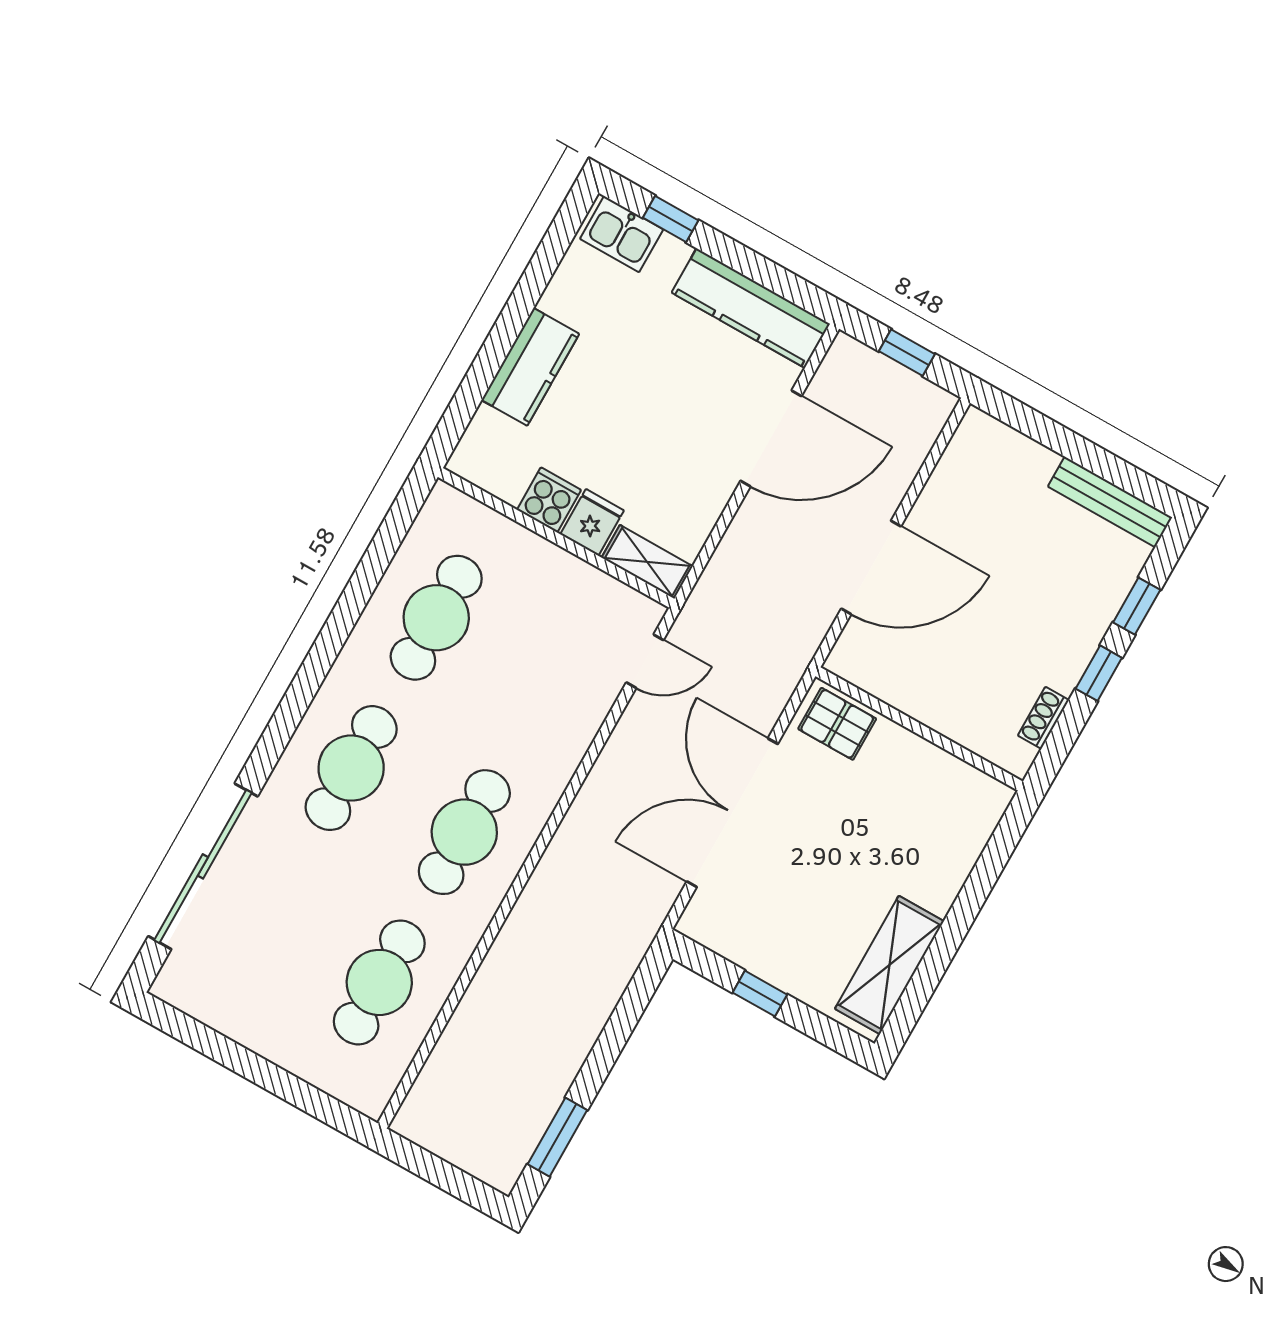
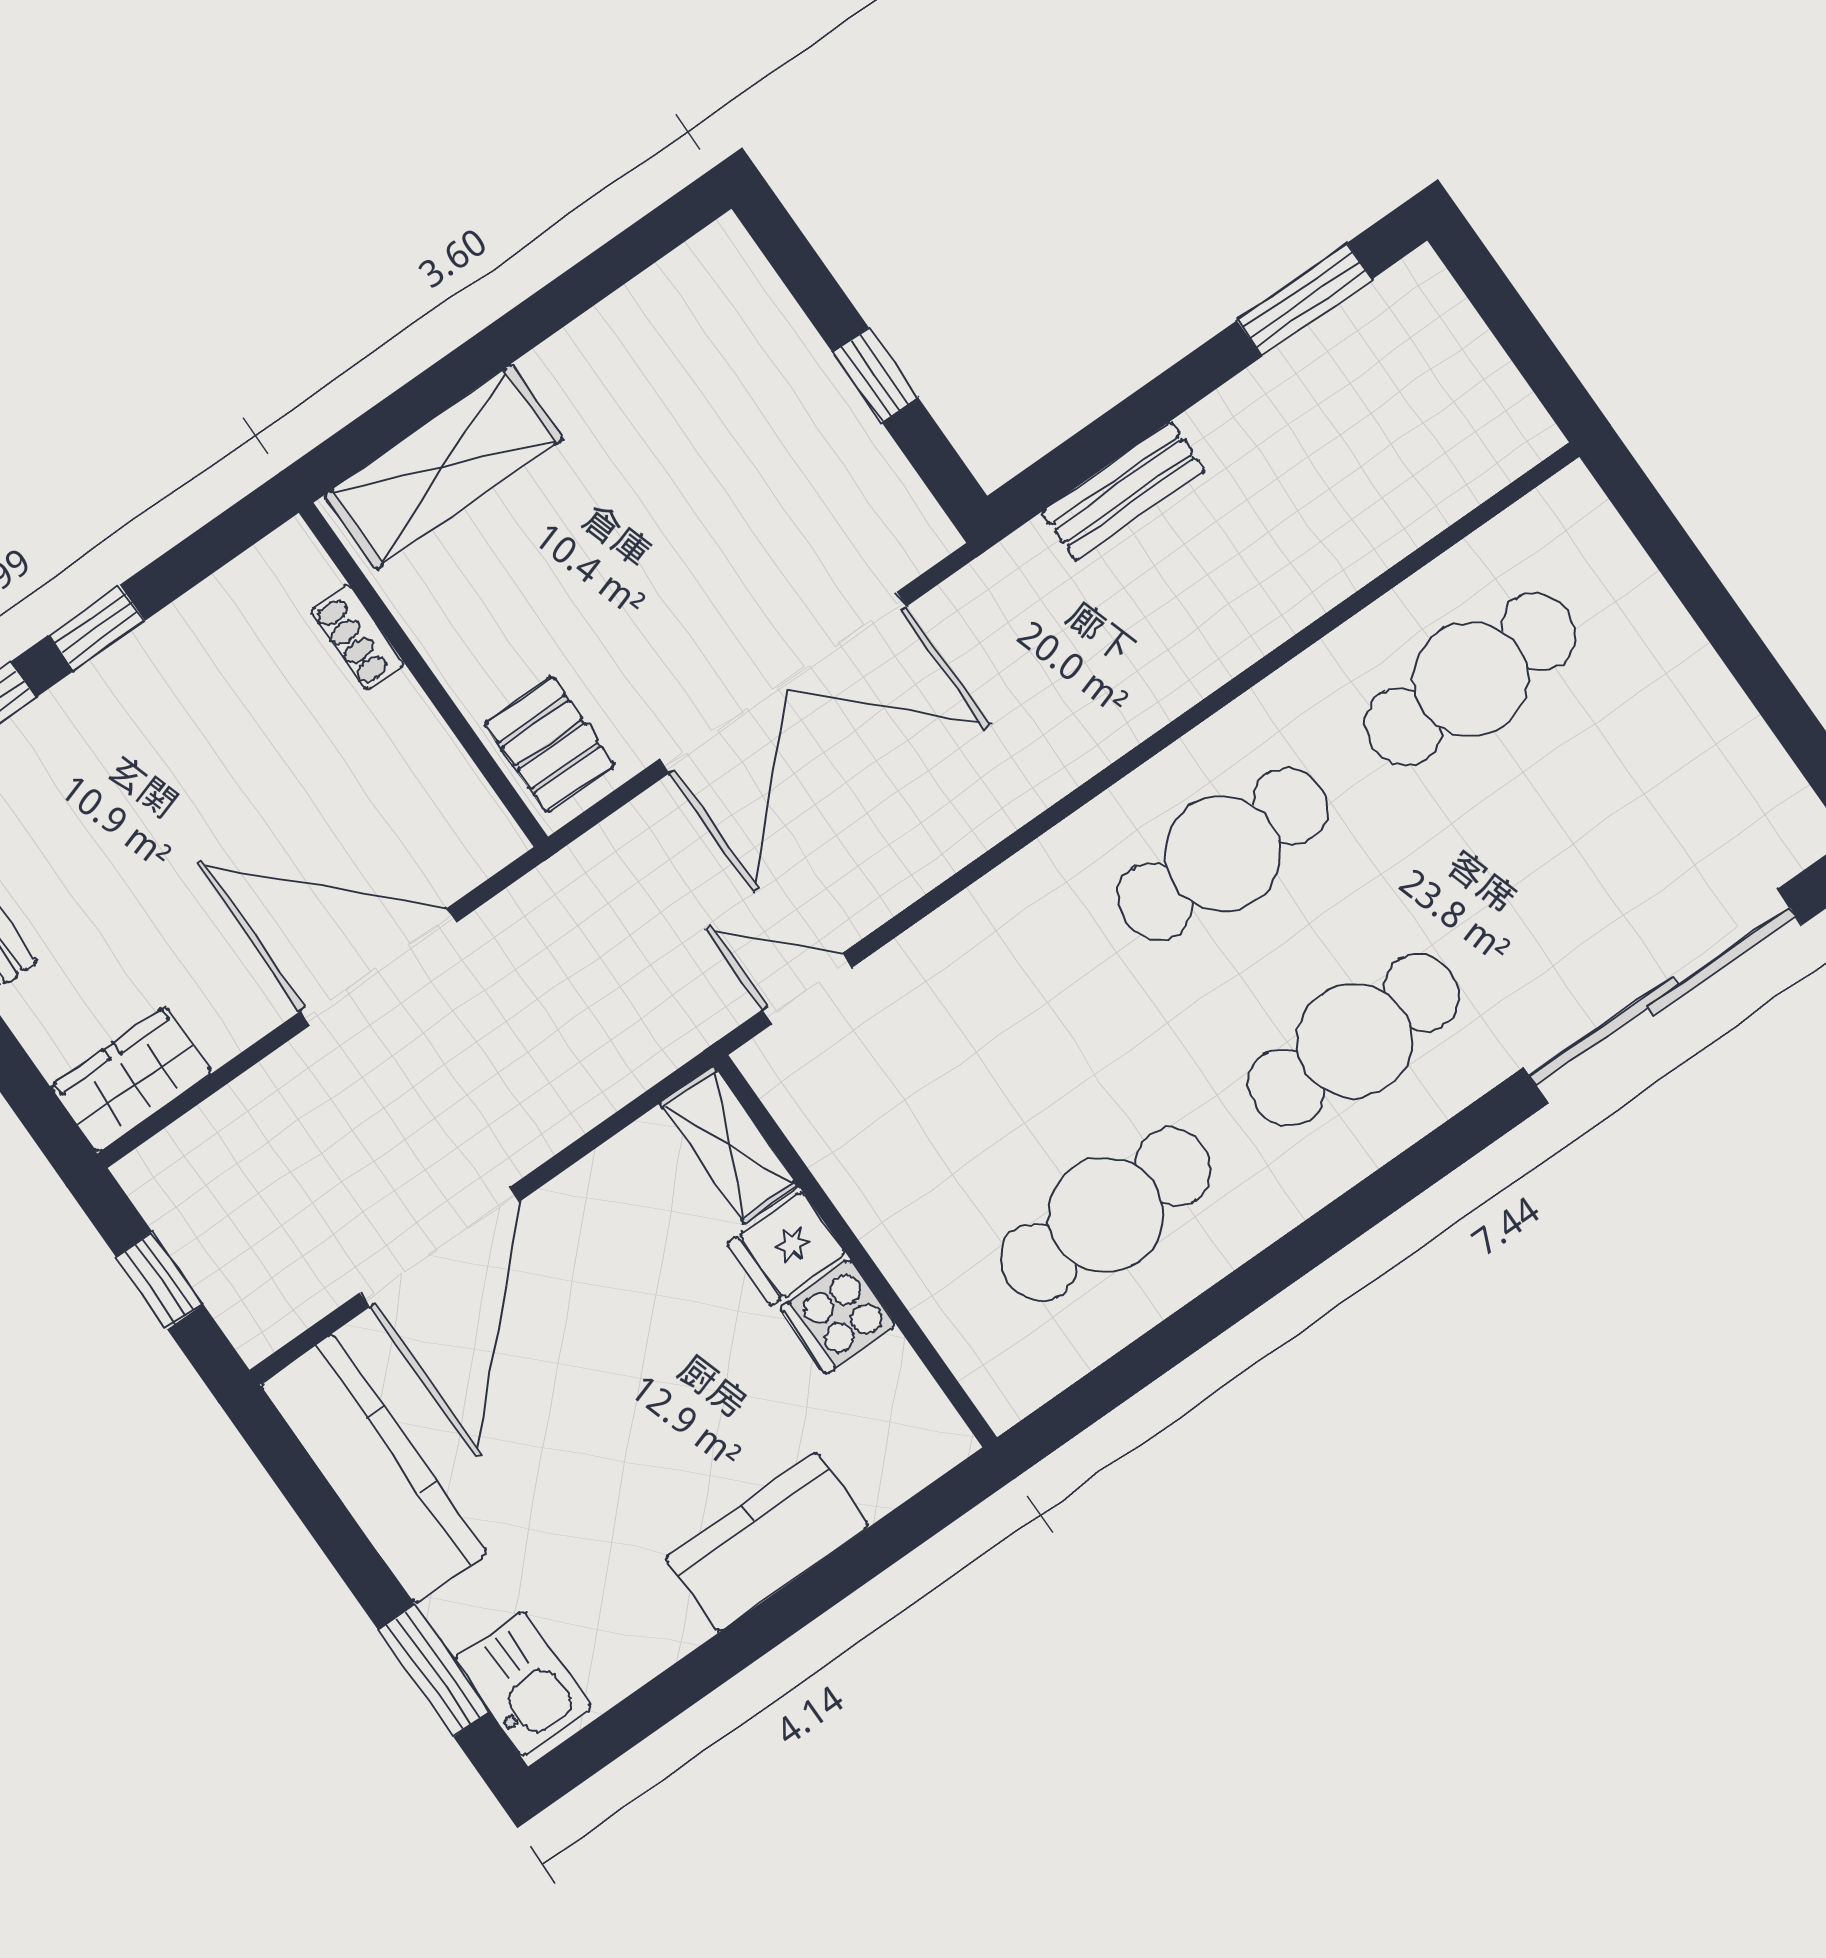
window: (671, 219) -> (434, 1671), width x1.50
door: (771, 438) -> (440, 1247), swing flipped
wardrobe: (971, 449) -> (132, 1079), added
shoe rack: (1043, 718) -> (357, 638), moved, turned 90
shelving: (889, 965) -> (443, 467), moved
bench: (604, 994) -> (1123, 491), added

